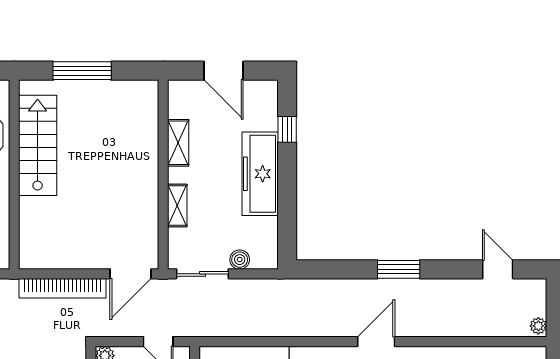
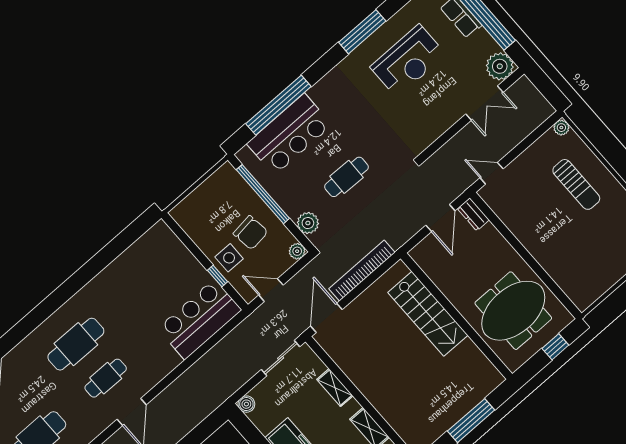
stairs: (38, 145) -> (428, 314), moved
boiler: (240, 260) -> (246, 404), moved

